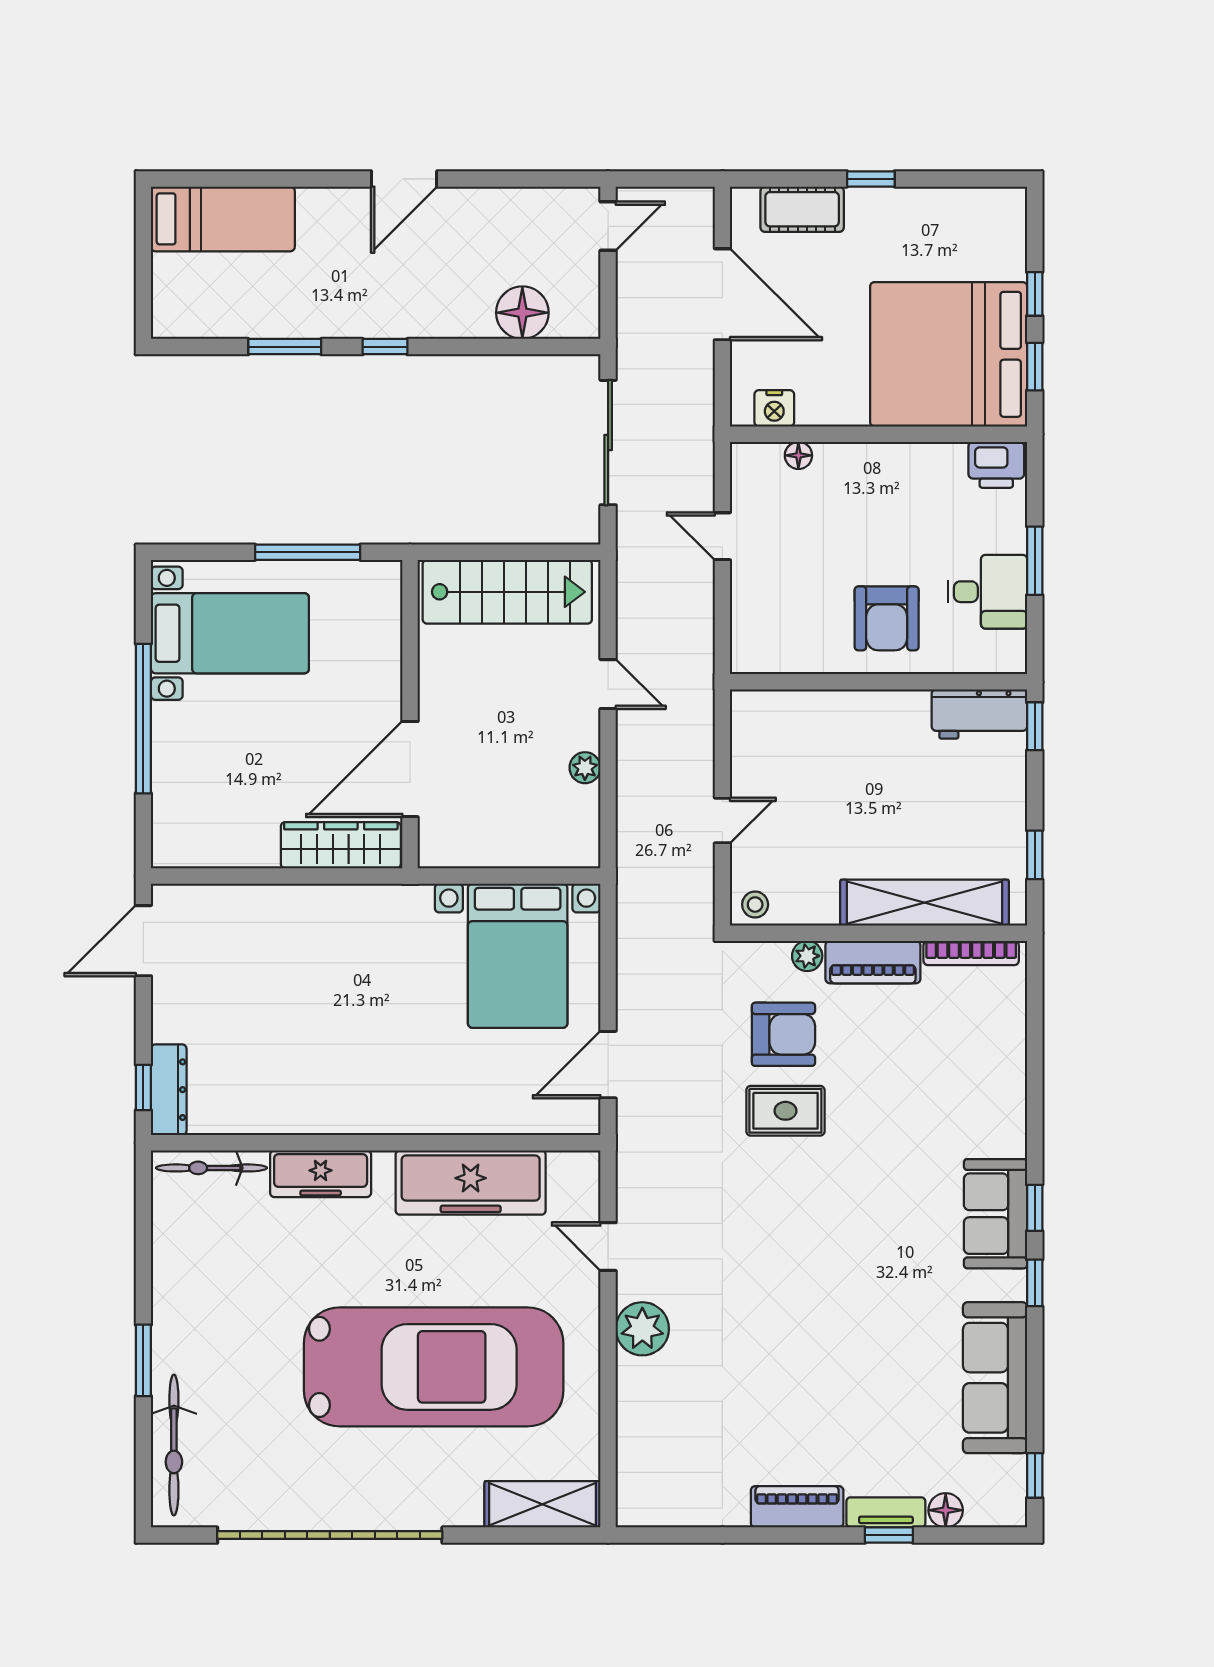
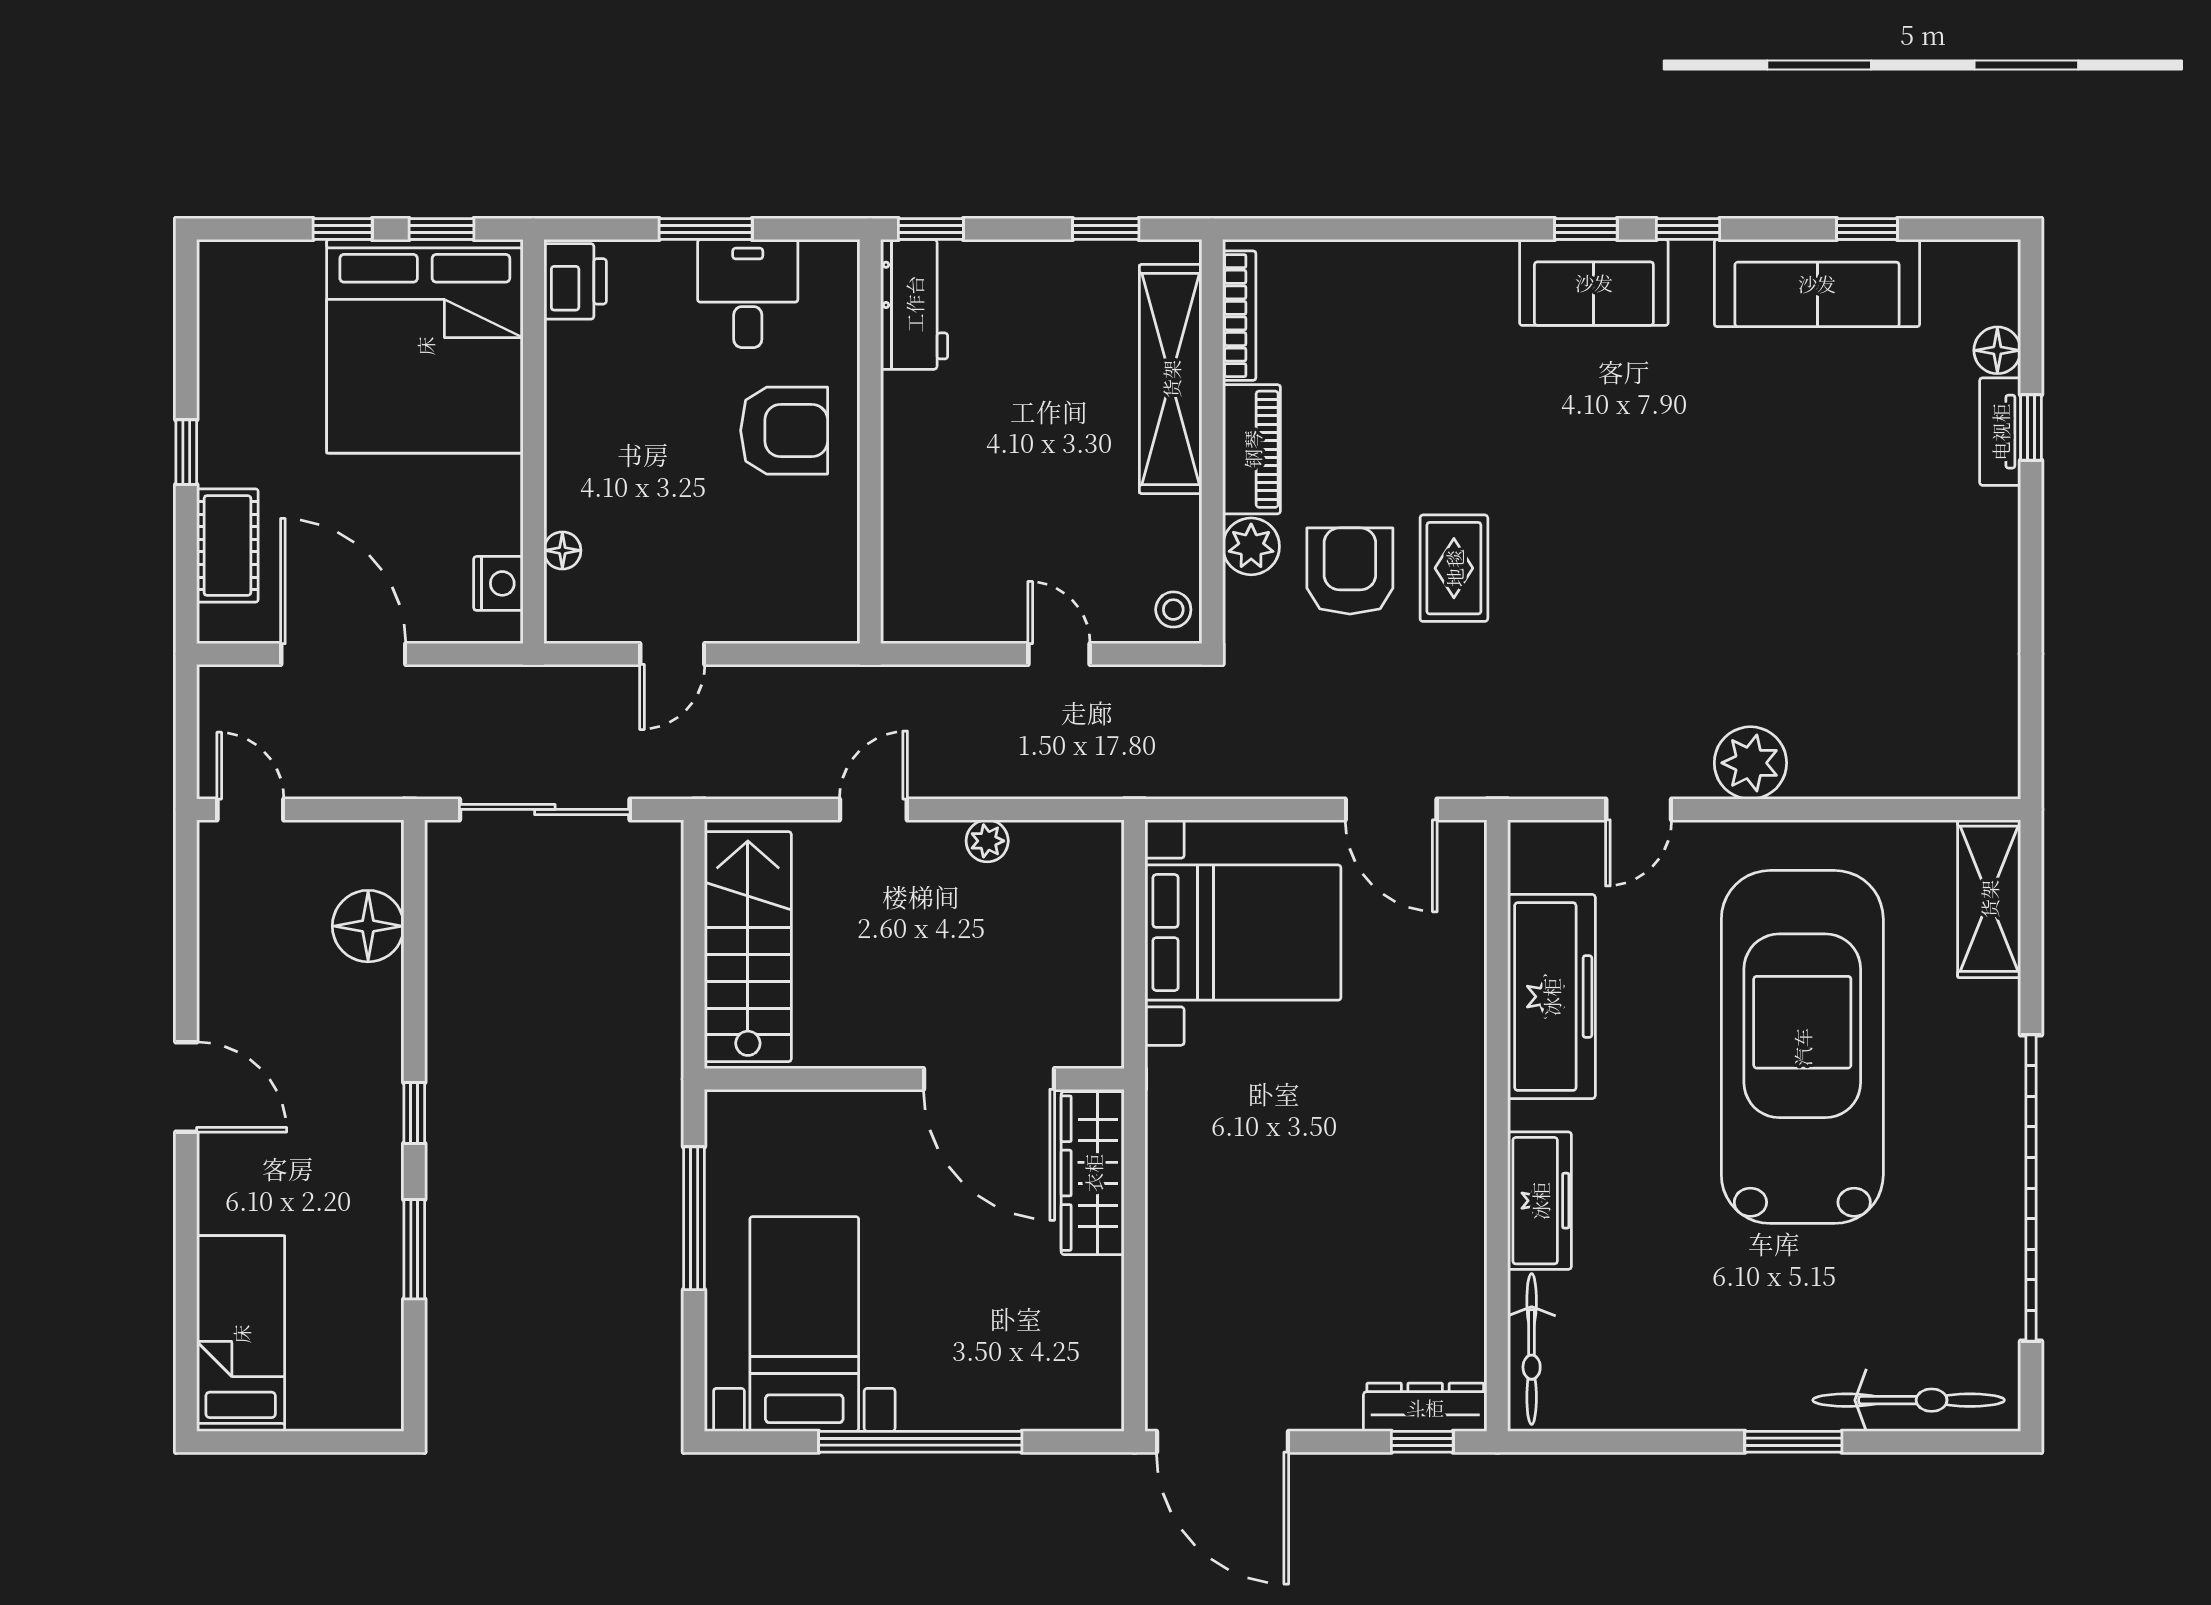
door: (722, 294) -> (343, 654), hinge flipped
door: (143, 941) -> (1222, 1442), width x1.36
plant: (807, 956) -> (1251, 546), width x1.38, depth x1.38
window: (1035, 1475) -> (1867, 229), moved
piano: (797, 1507) -> (1993, 552), removed

